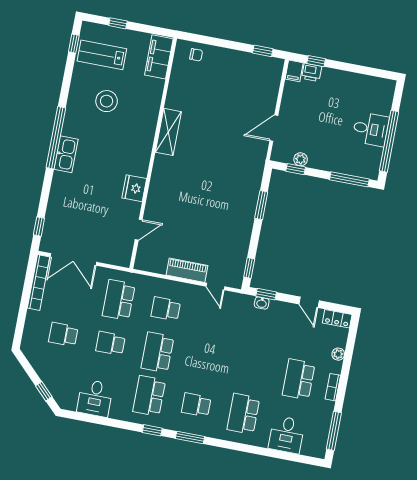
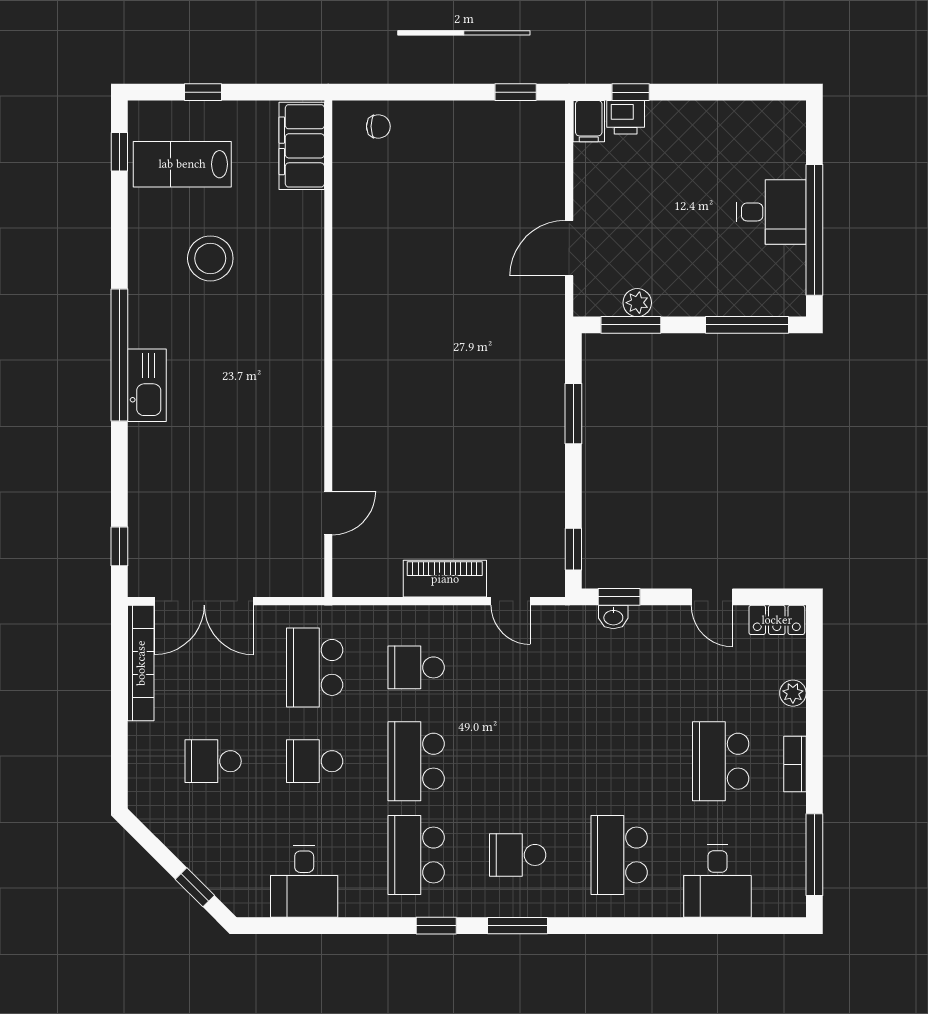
shelving: (168, 132) -> (351, 298), removed
window: (296, 169) -> (631, 325), width x1.50
fridge: (134, 188) -> (303, 429), removed

